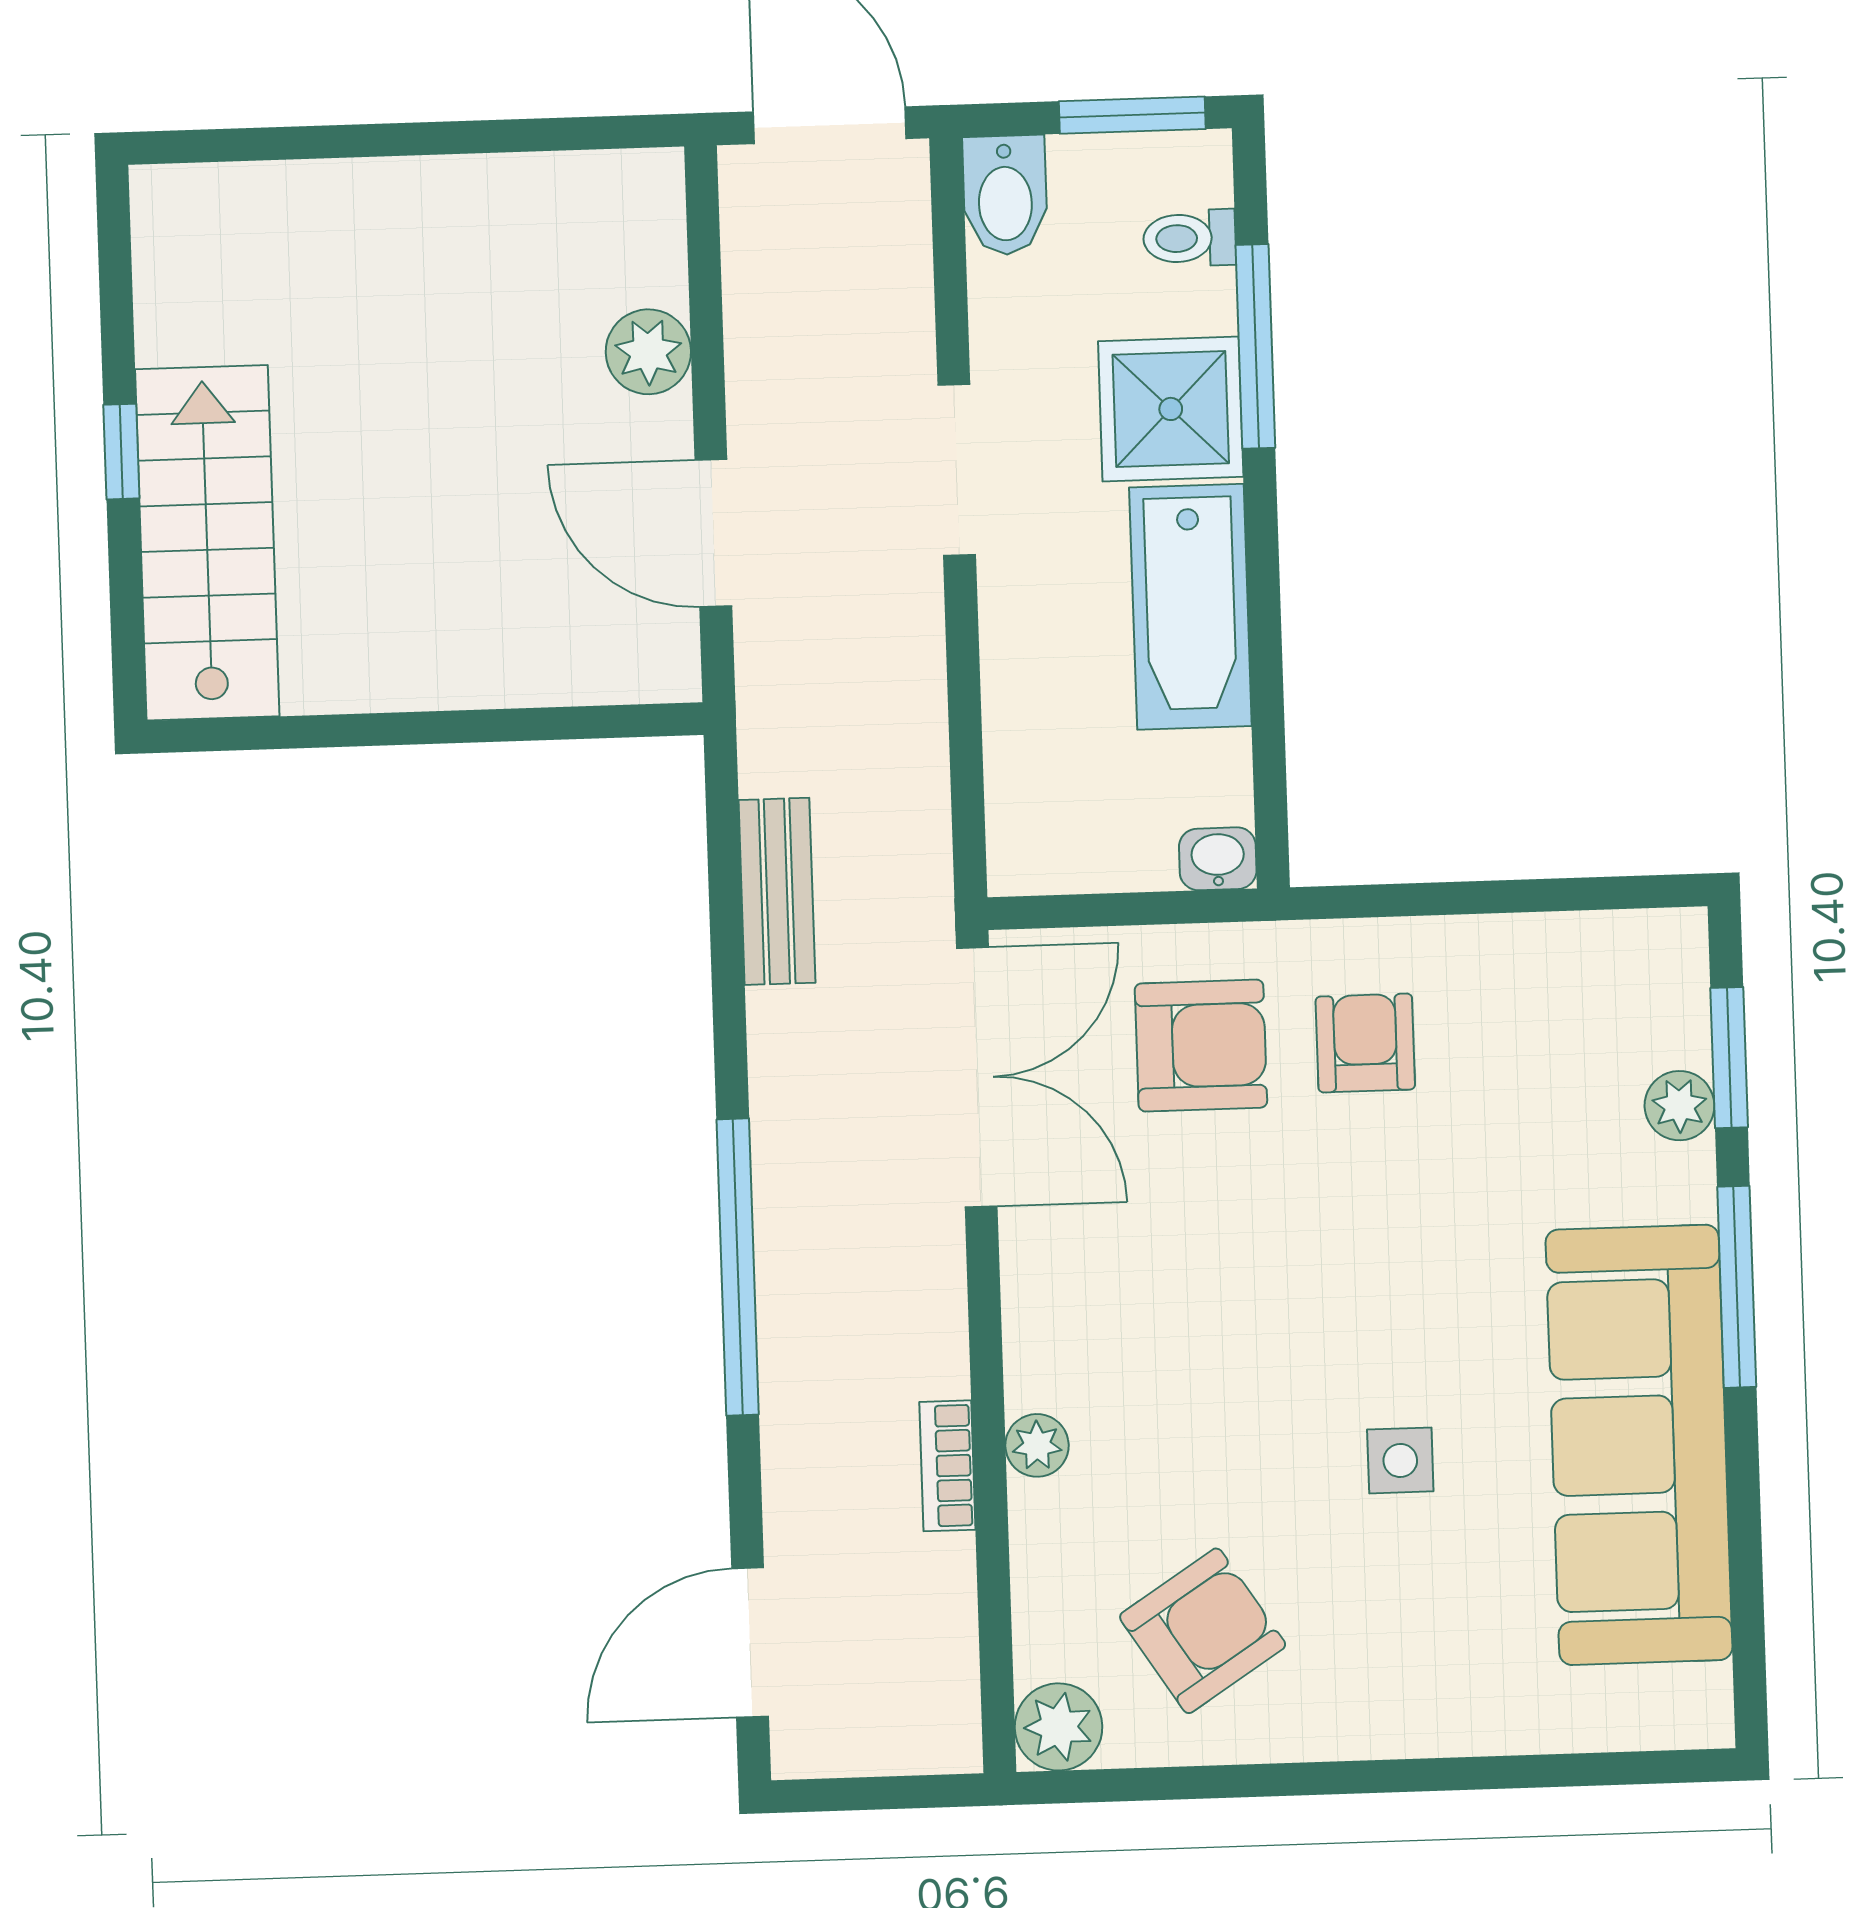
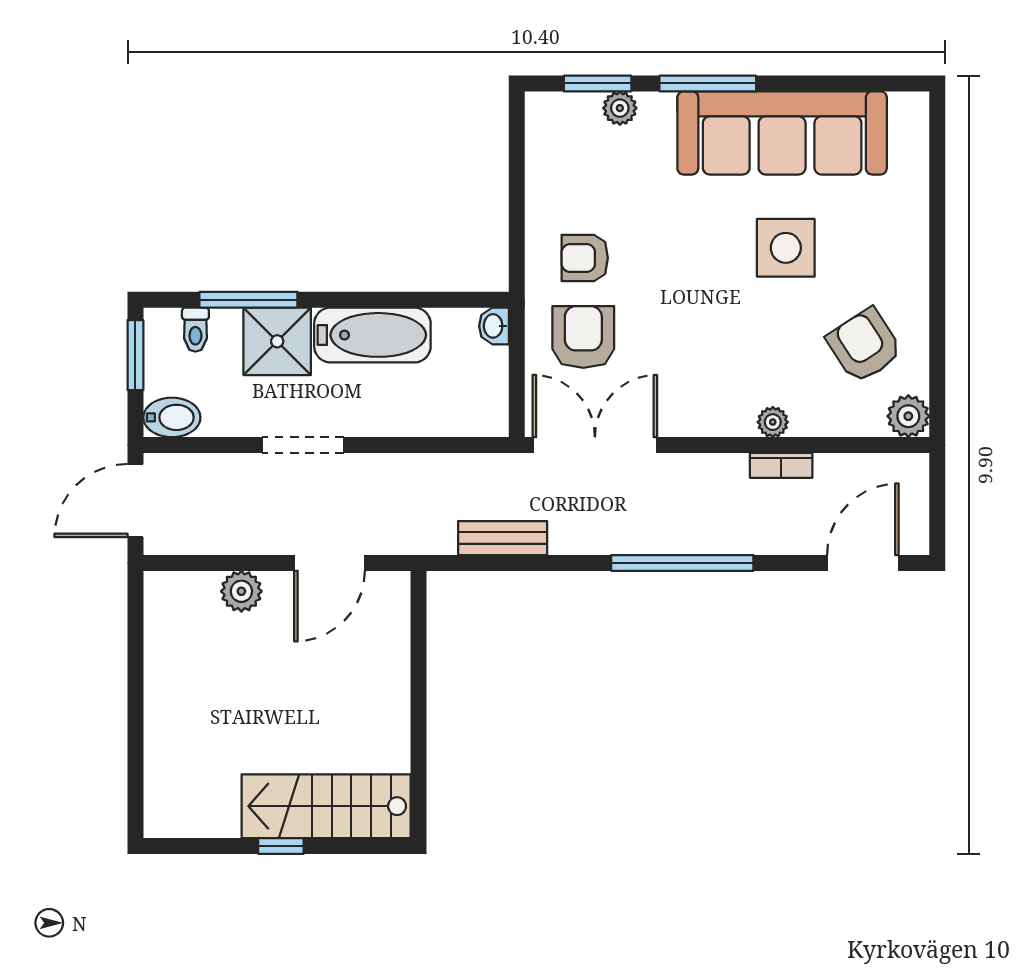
side table: (1400, 1460) -> (786, 248), width x1.87, depth x1.87
door: (750, 1643) -> (863, 563), swing flipped

